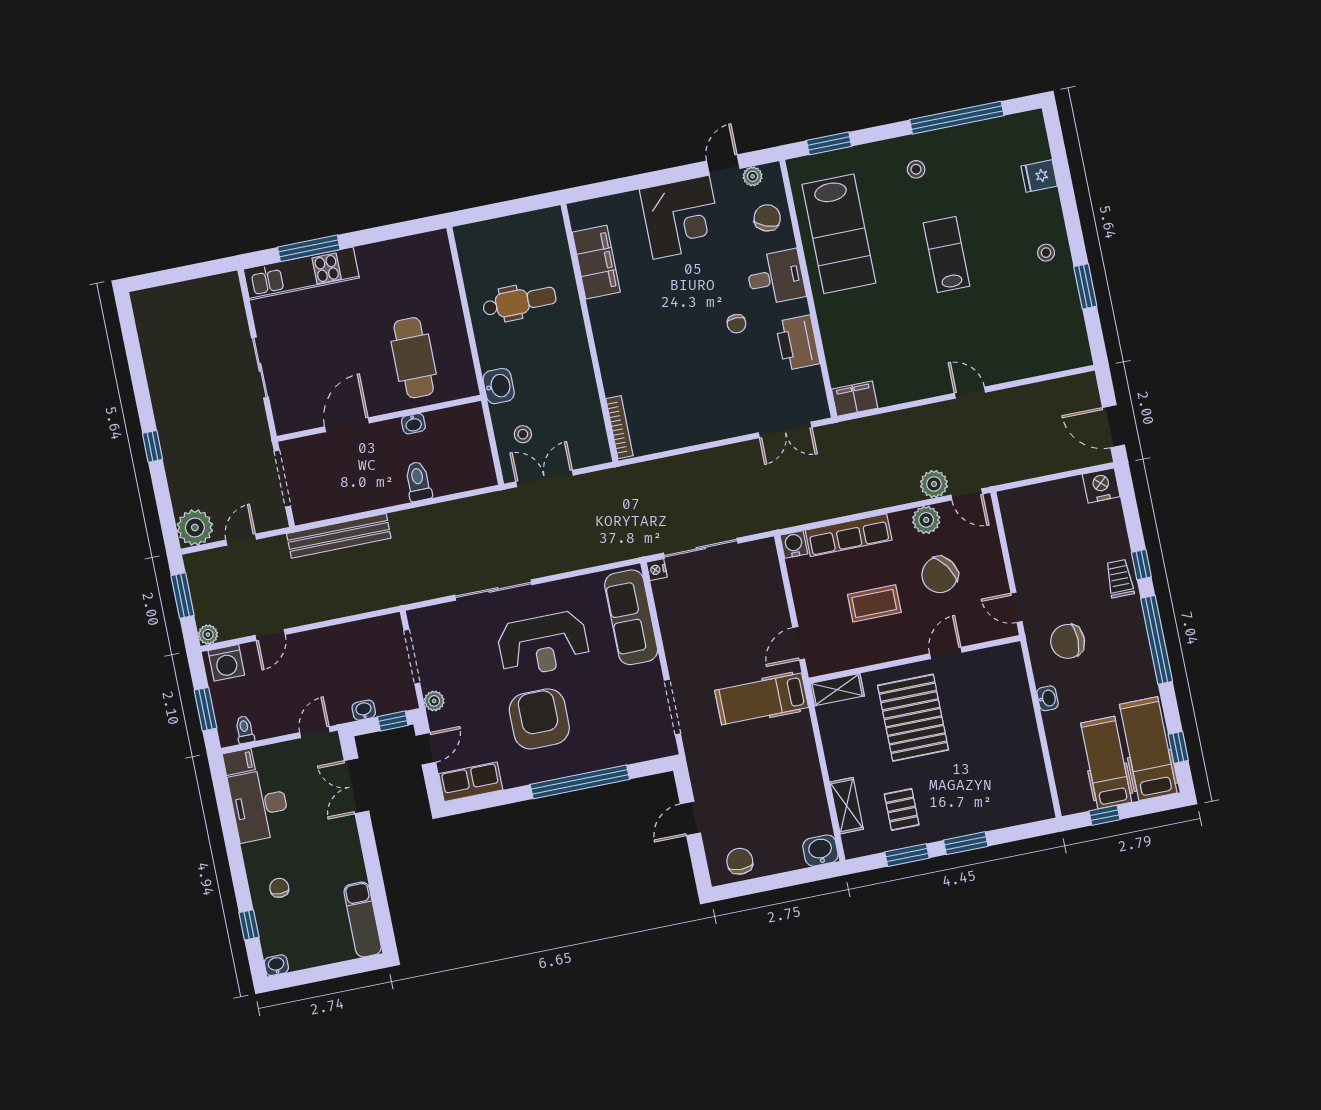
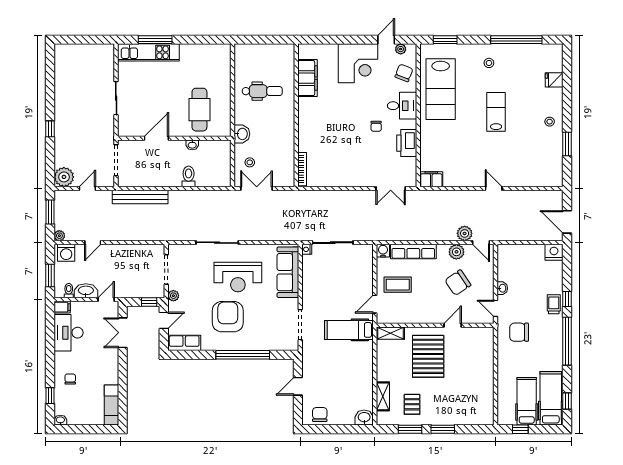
coffee table: (874, 603) -> (398, 285), moved
washbasin: (1048, 698) -> (502, 288), moved
washbasin: (364, 710) -> (86, 291), moved, width x1.91, depth x1.45

